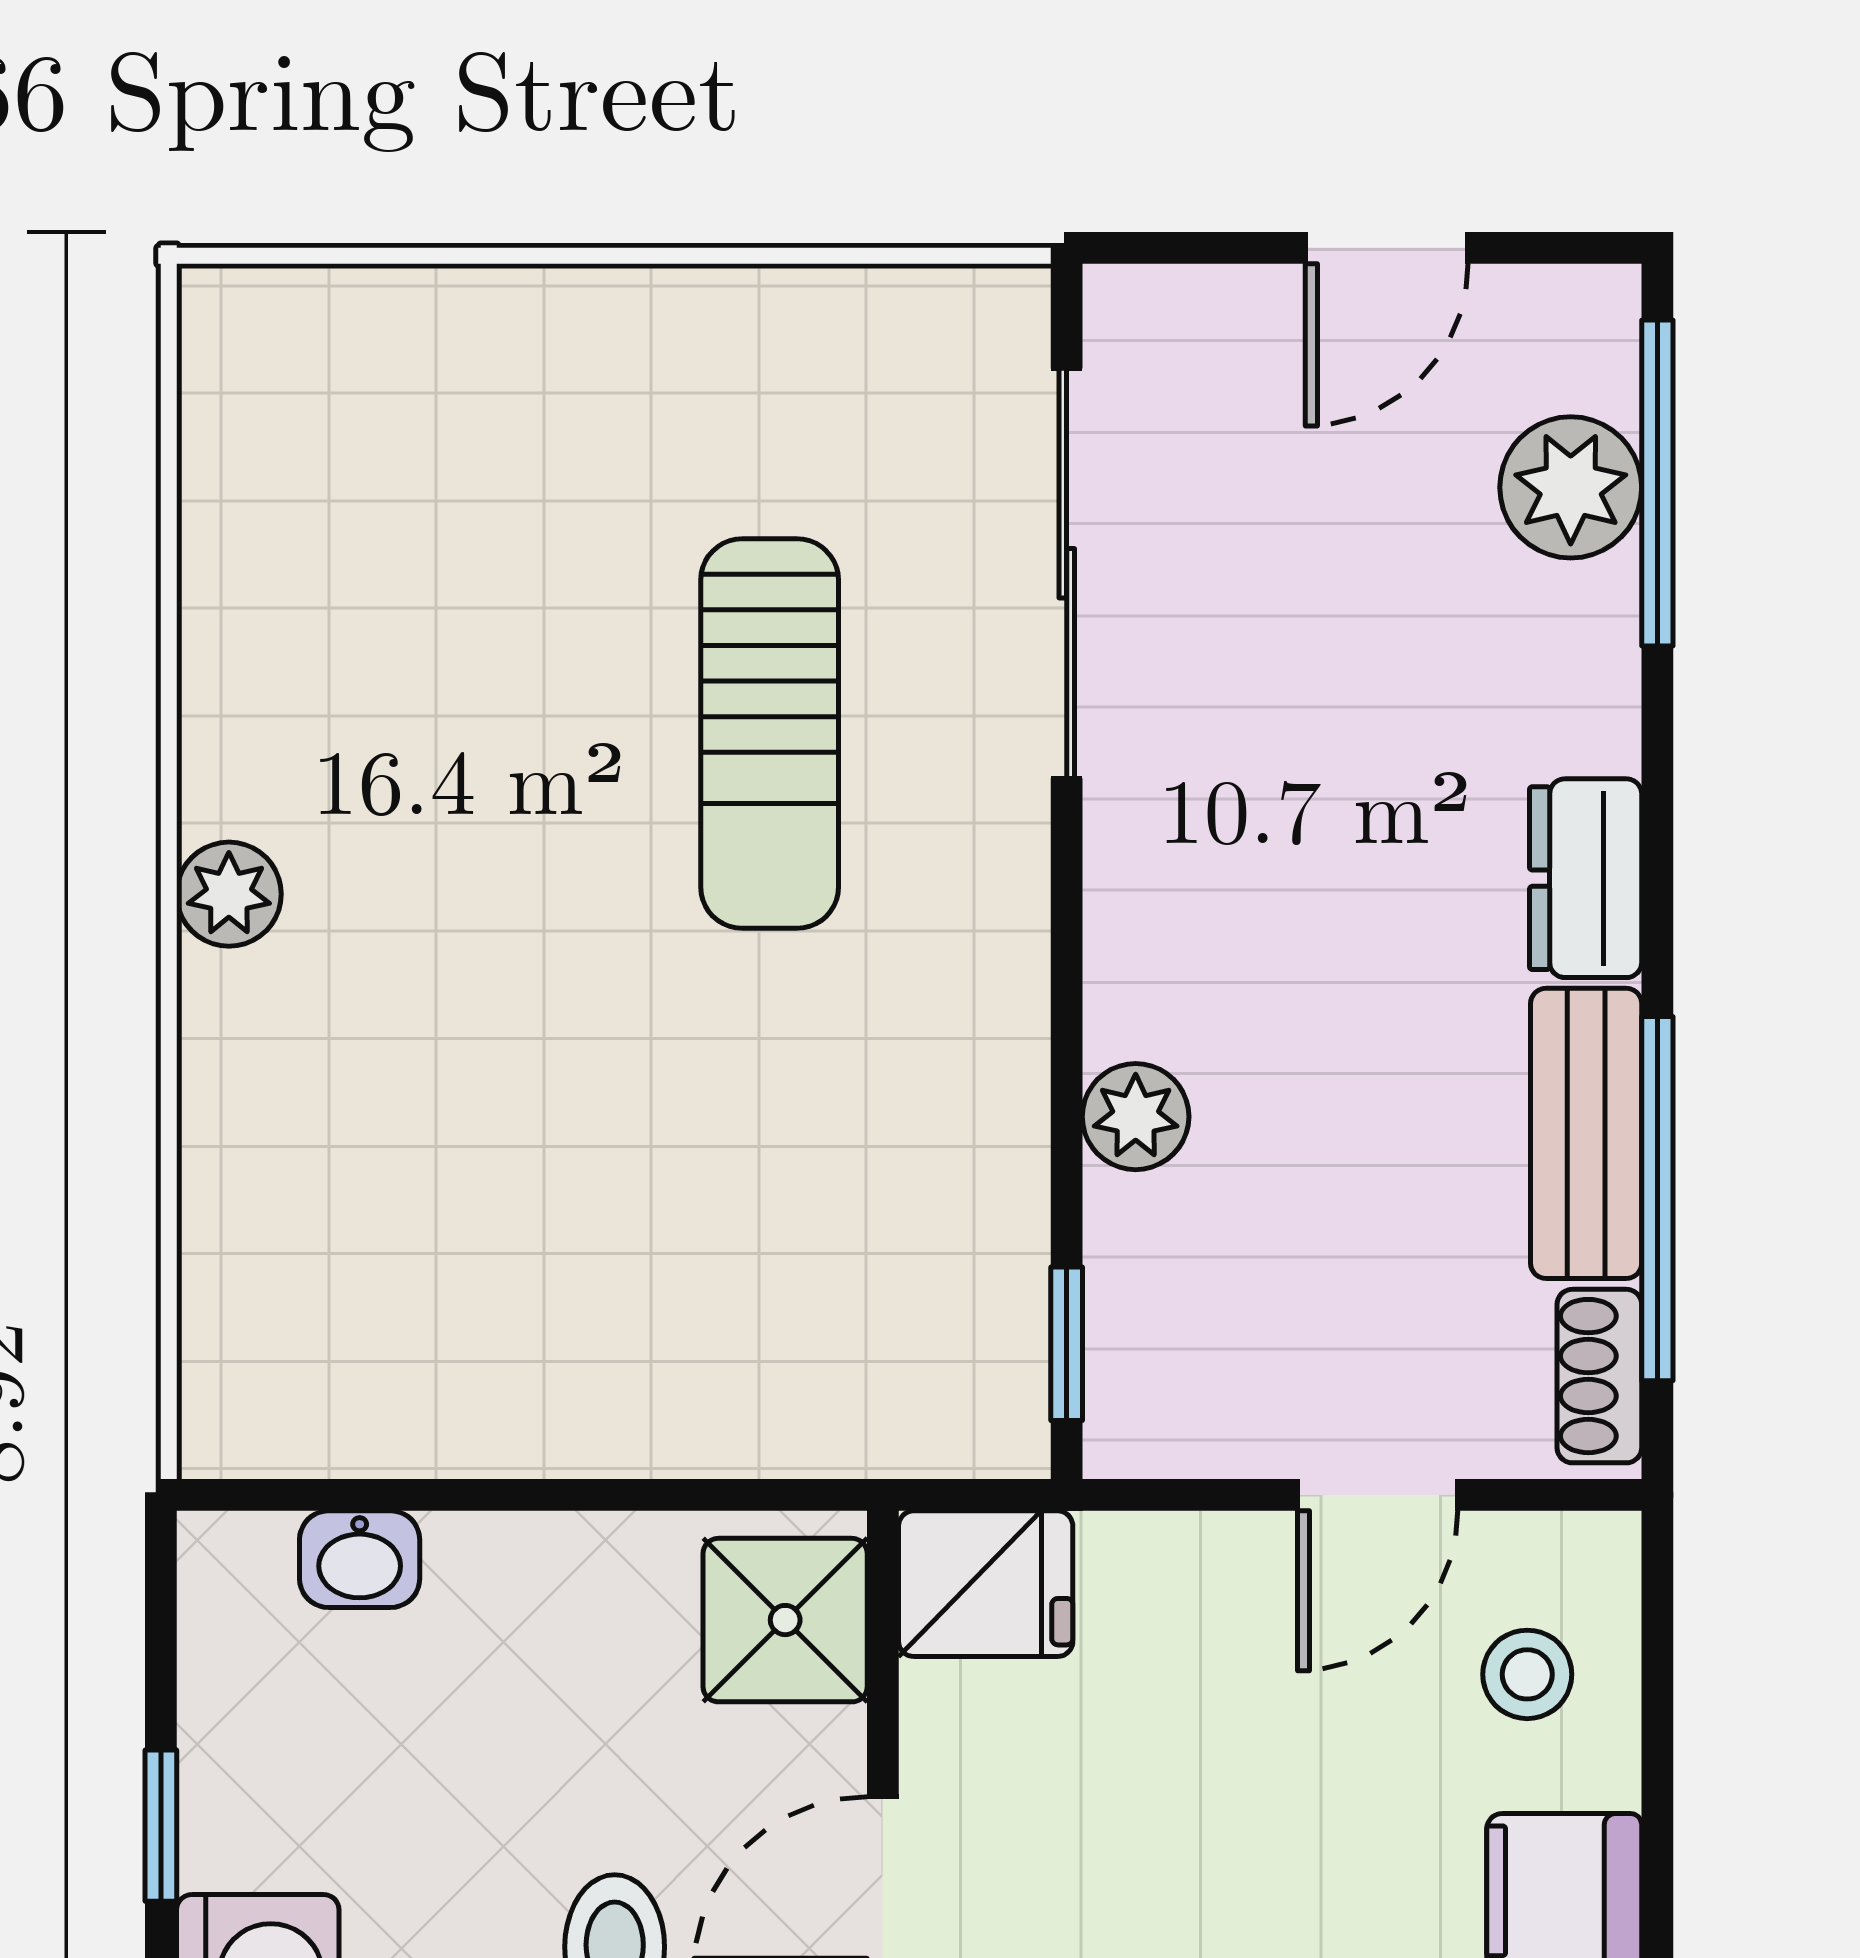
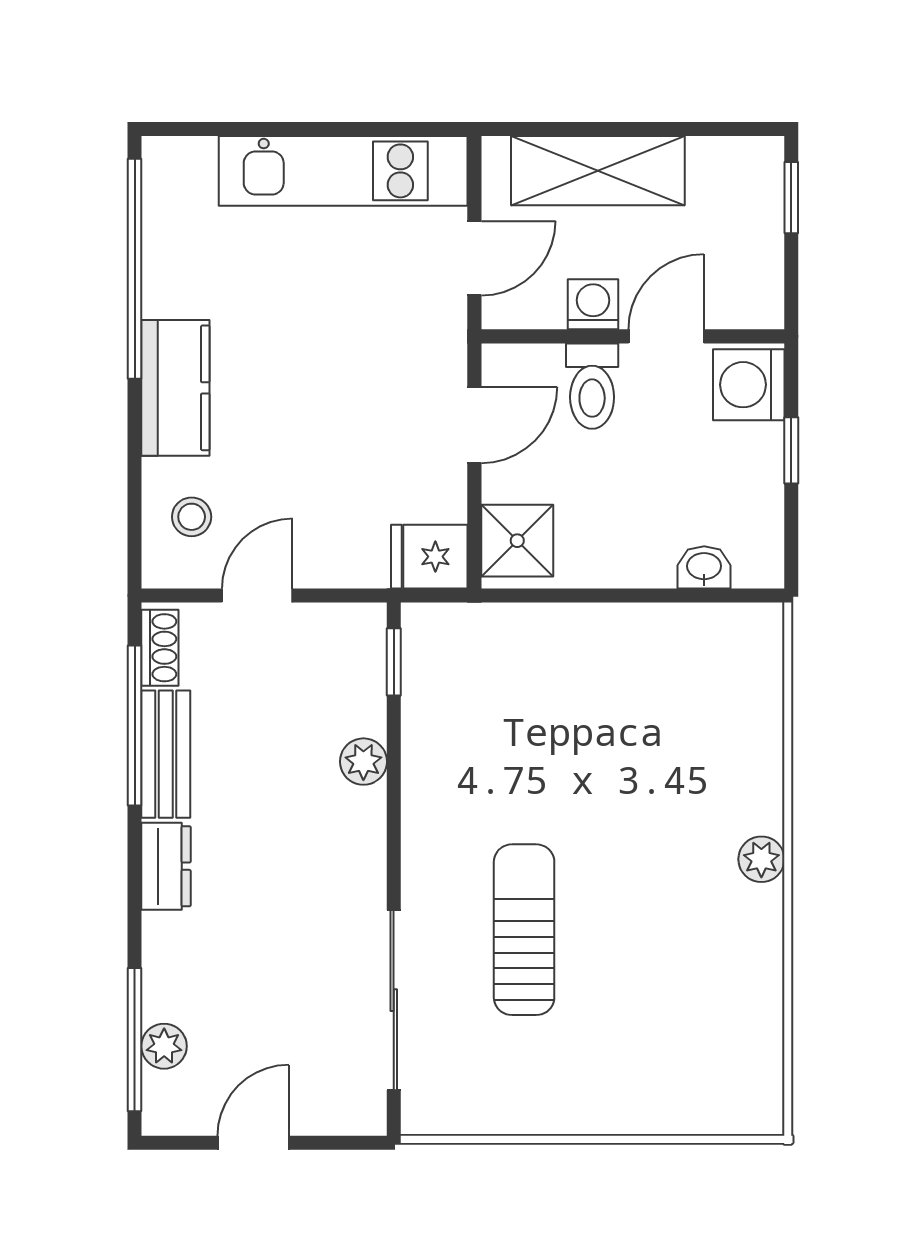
plant: (1571, 487) -> (164, 1046), width x0.73, depth x0.73

